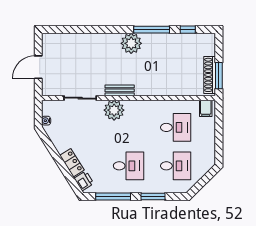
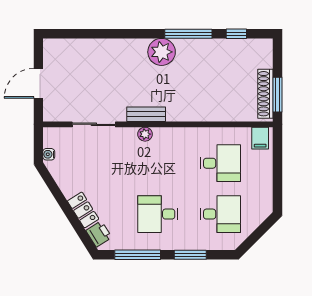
plant: (114, 110) -> (145, 134), width x0.53, depth x0.53
desk: (129, 166) -> (158, 214), turned 180

